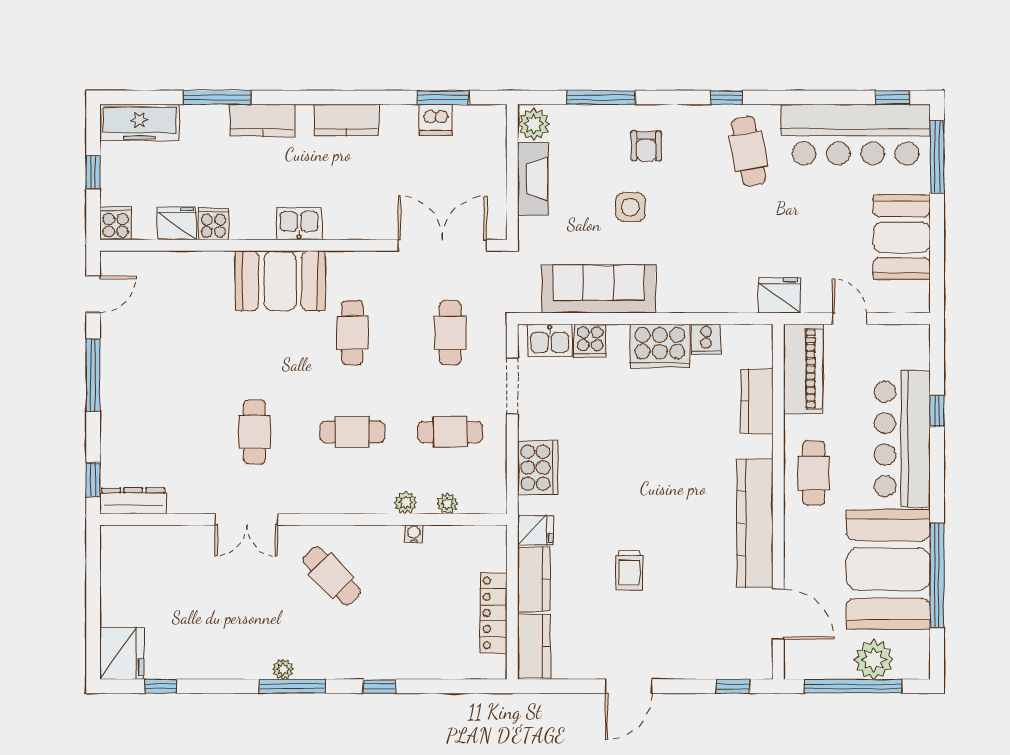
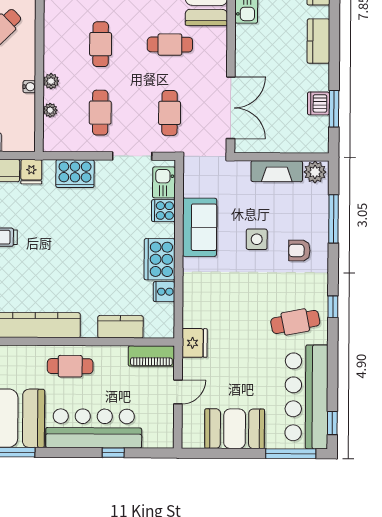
sofa: (598, 289) -> (200, 227), width x0.73
cafe table: (450, 333) -> (170, 113), turned 90
piano: (803, 369) -> (151, 356), width x0.73, depth x0.75

